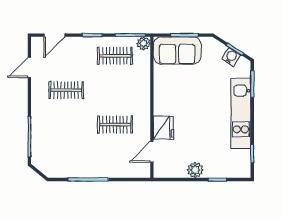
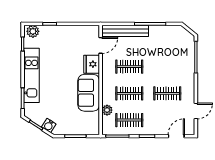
plant: (144, 43) -> (107, 110), moved
sofa: (177, 50) -> (89, 93), moved, turned -90
water cooler: (231, 57) -> (49, 125), moved
clothes rail: (115, 90) -> (129, 93), added
bench: (120, 170) -> (125, 31), added
plant: (195, 170) -> (33, 31), moved

